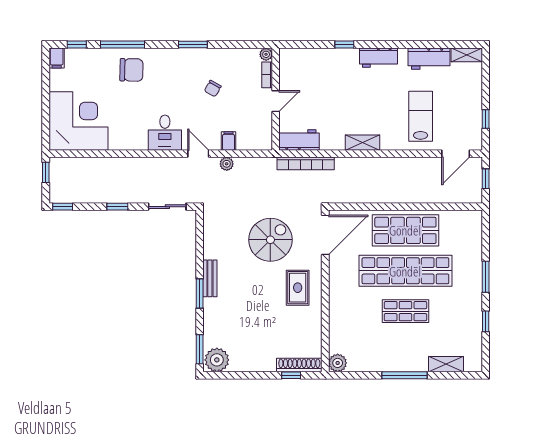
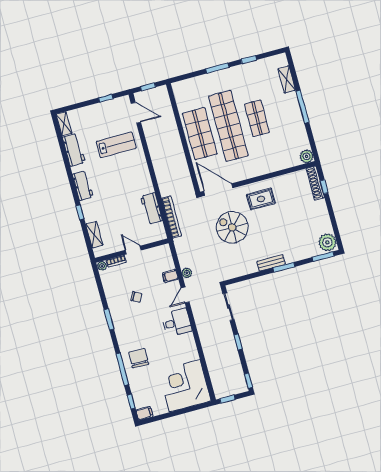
lab bench: (421, 116) -> (116, 145), turned 180
workbench: (299, 140) -> (151, 208), moved
shelving: (363, 143) -> (94, 235), moved

